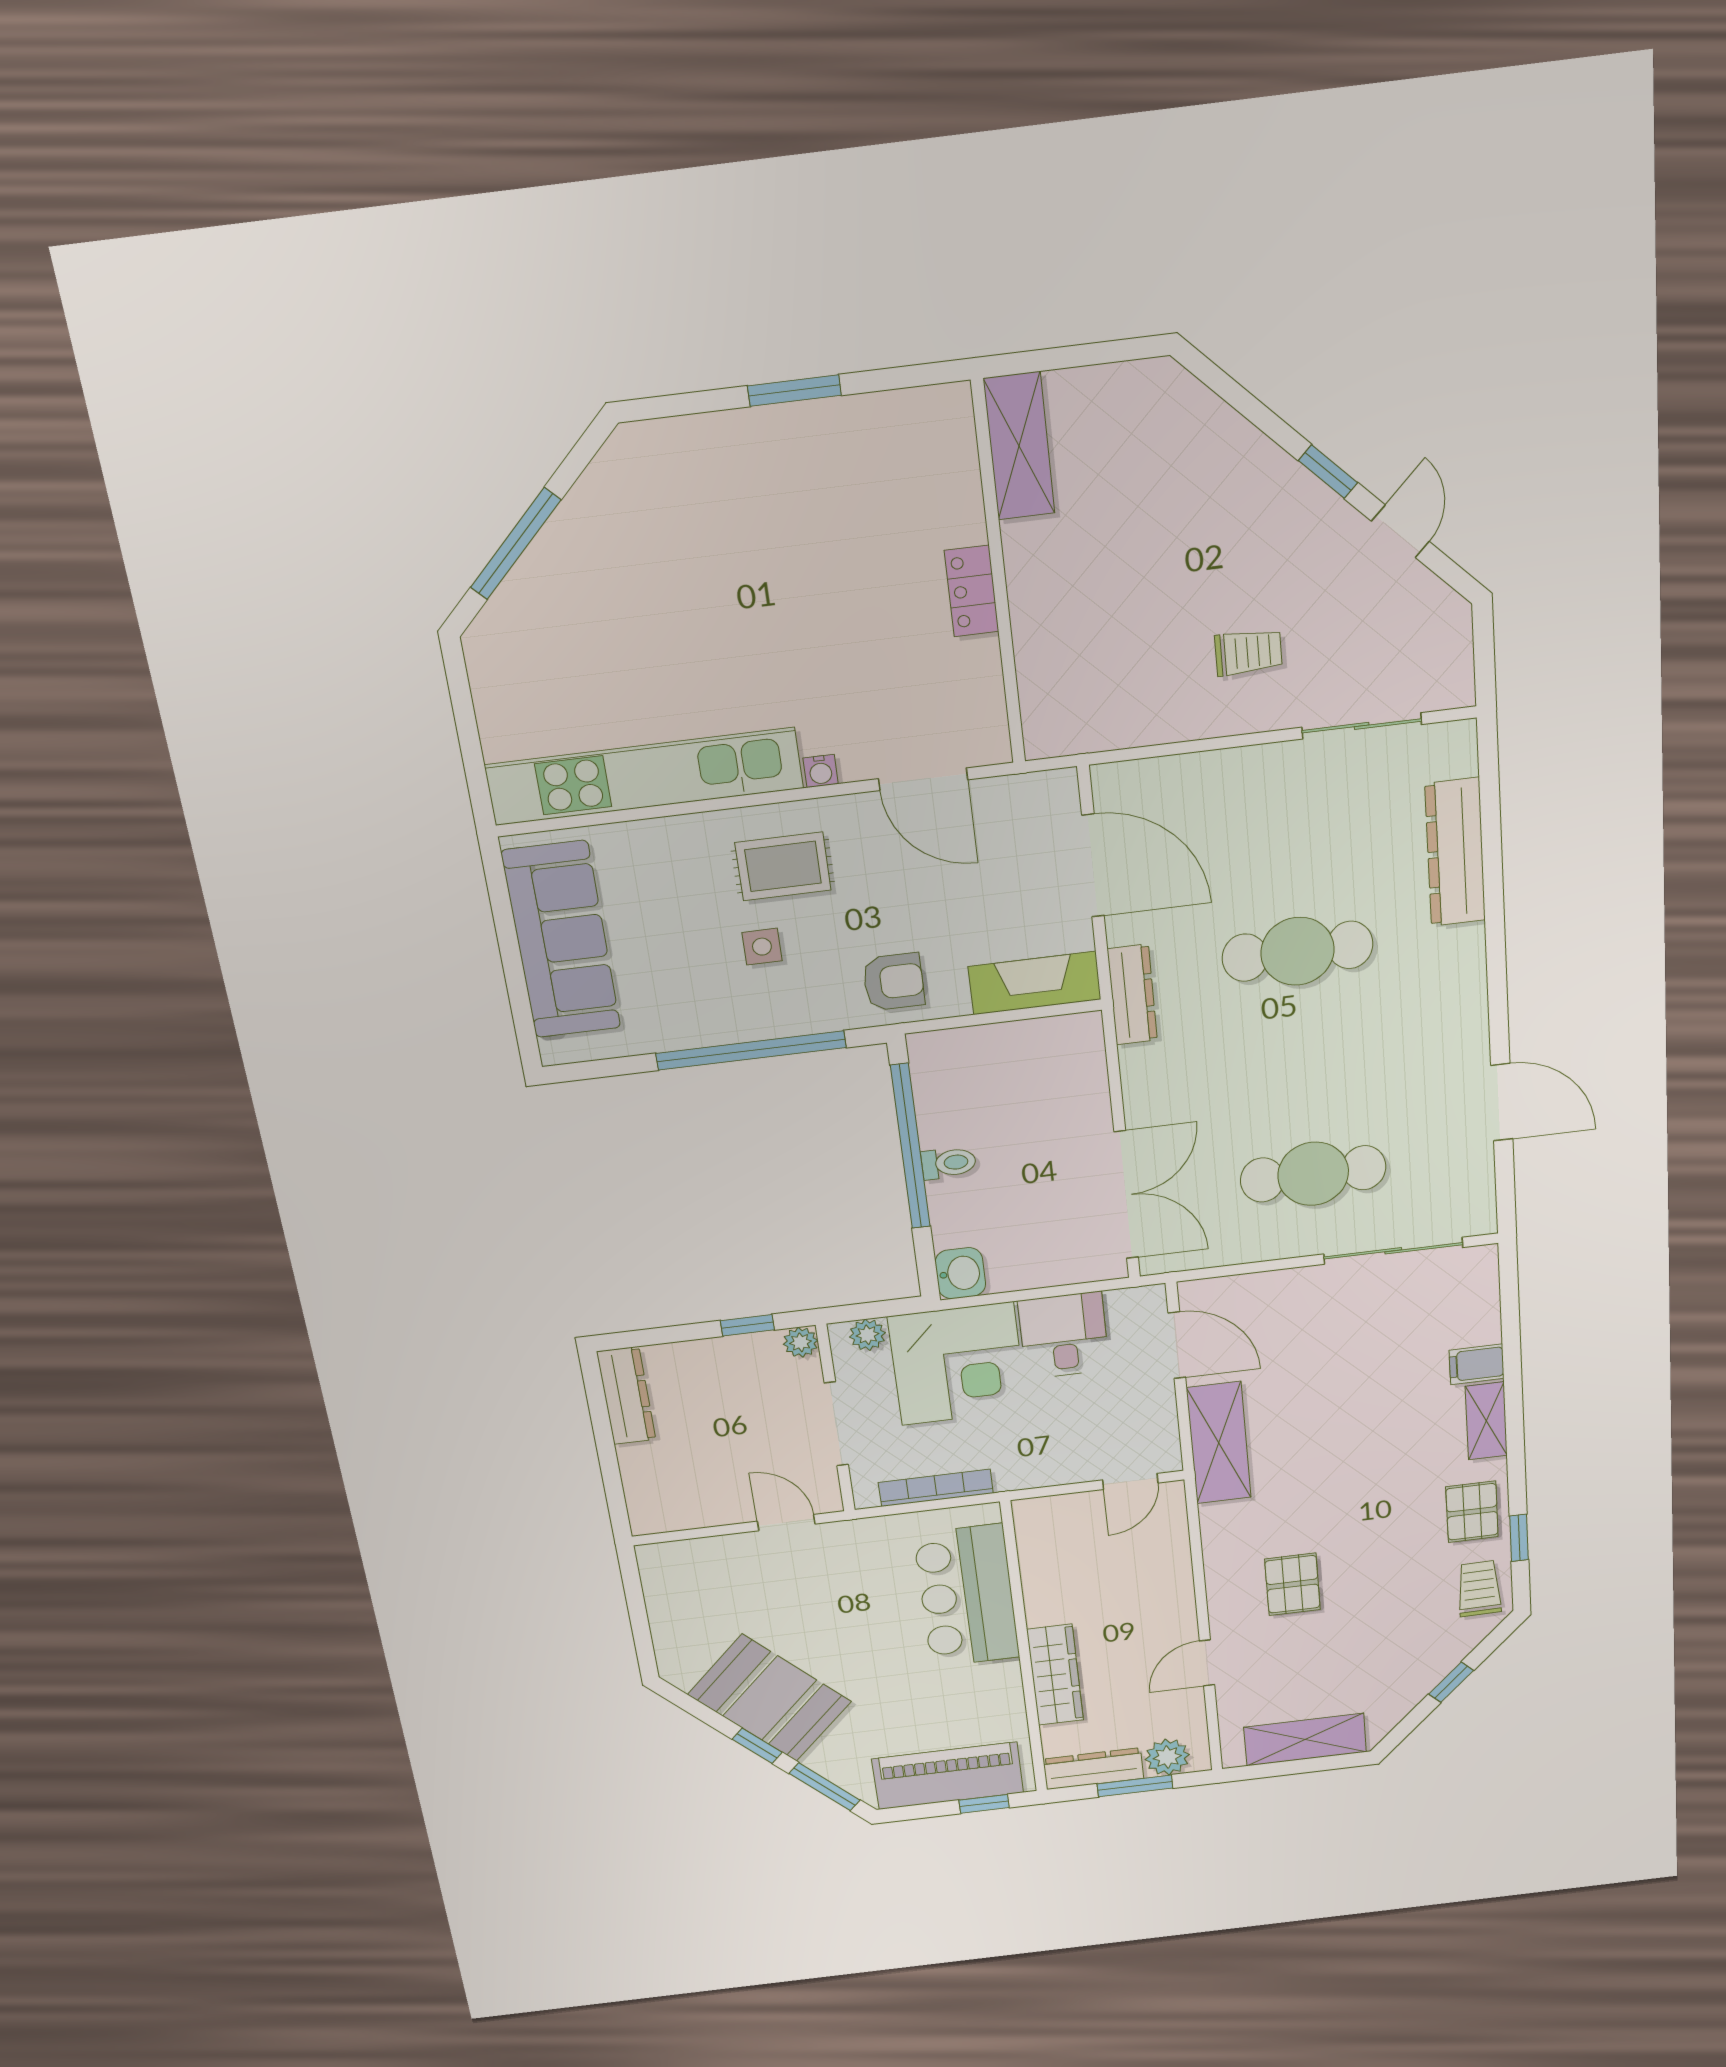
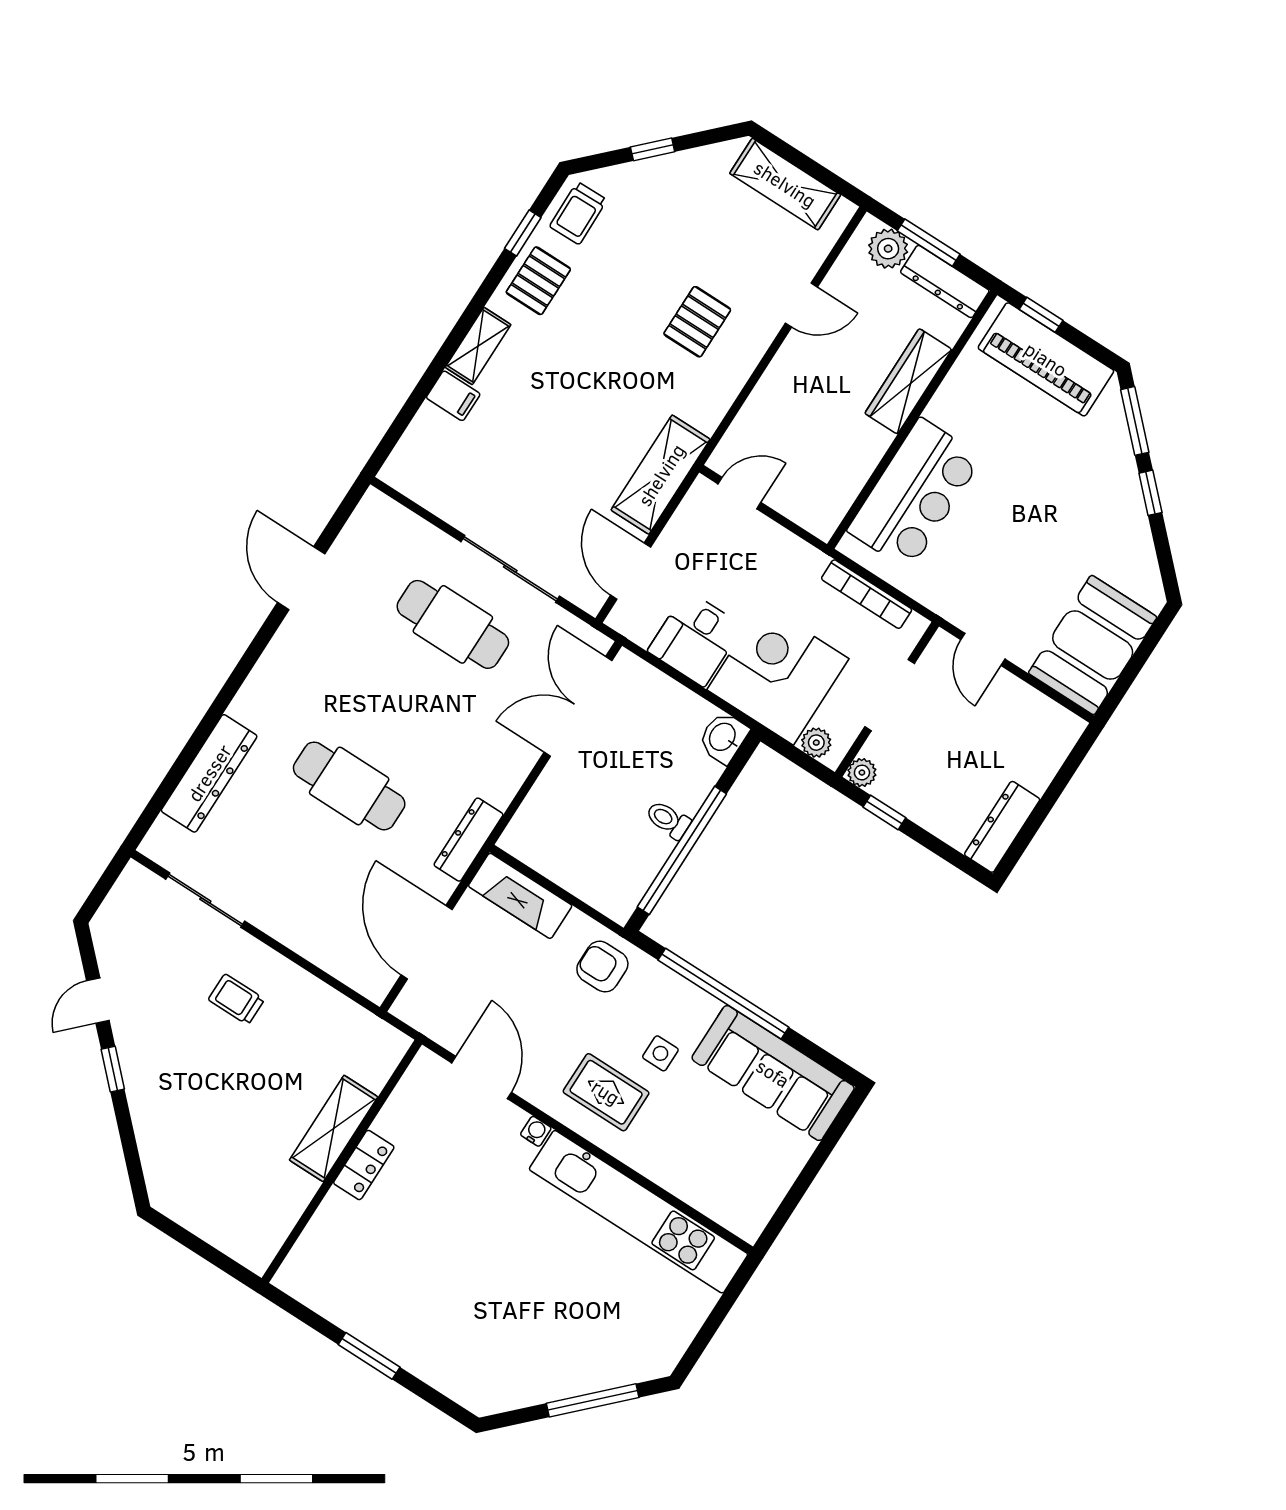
shelving: (1019, 446) -> (334, 1128), moved
sofa: (561, 940) -> (773, 1073), moved, turned -90
sliding door: (1393, 1251) -> (510, 569), moved
booth: (770, 1698) -> (1093, 645), moved, turned 45

